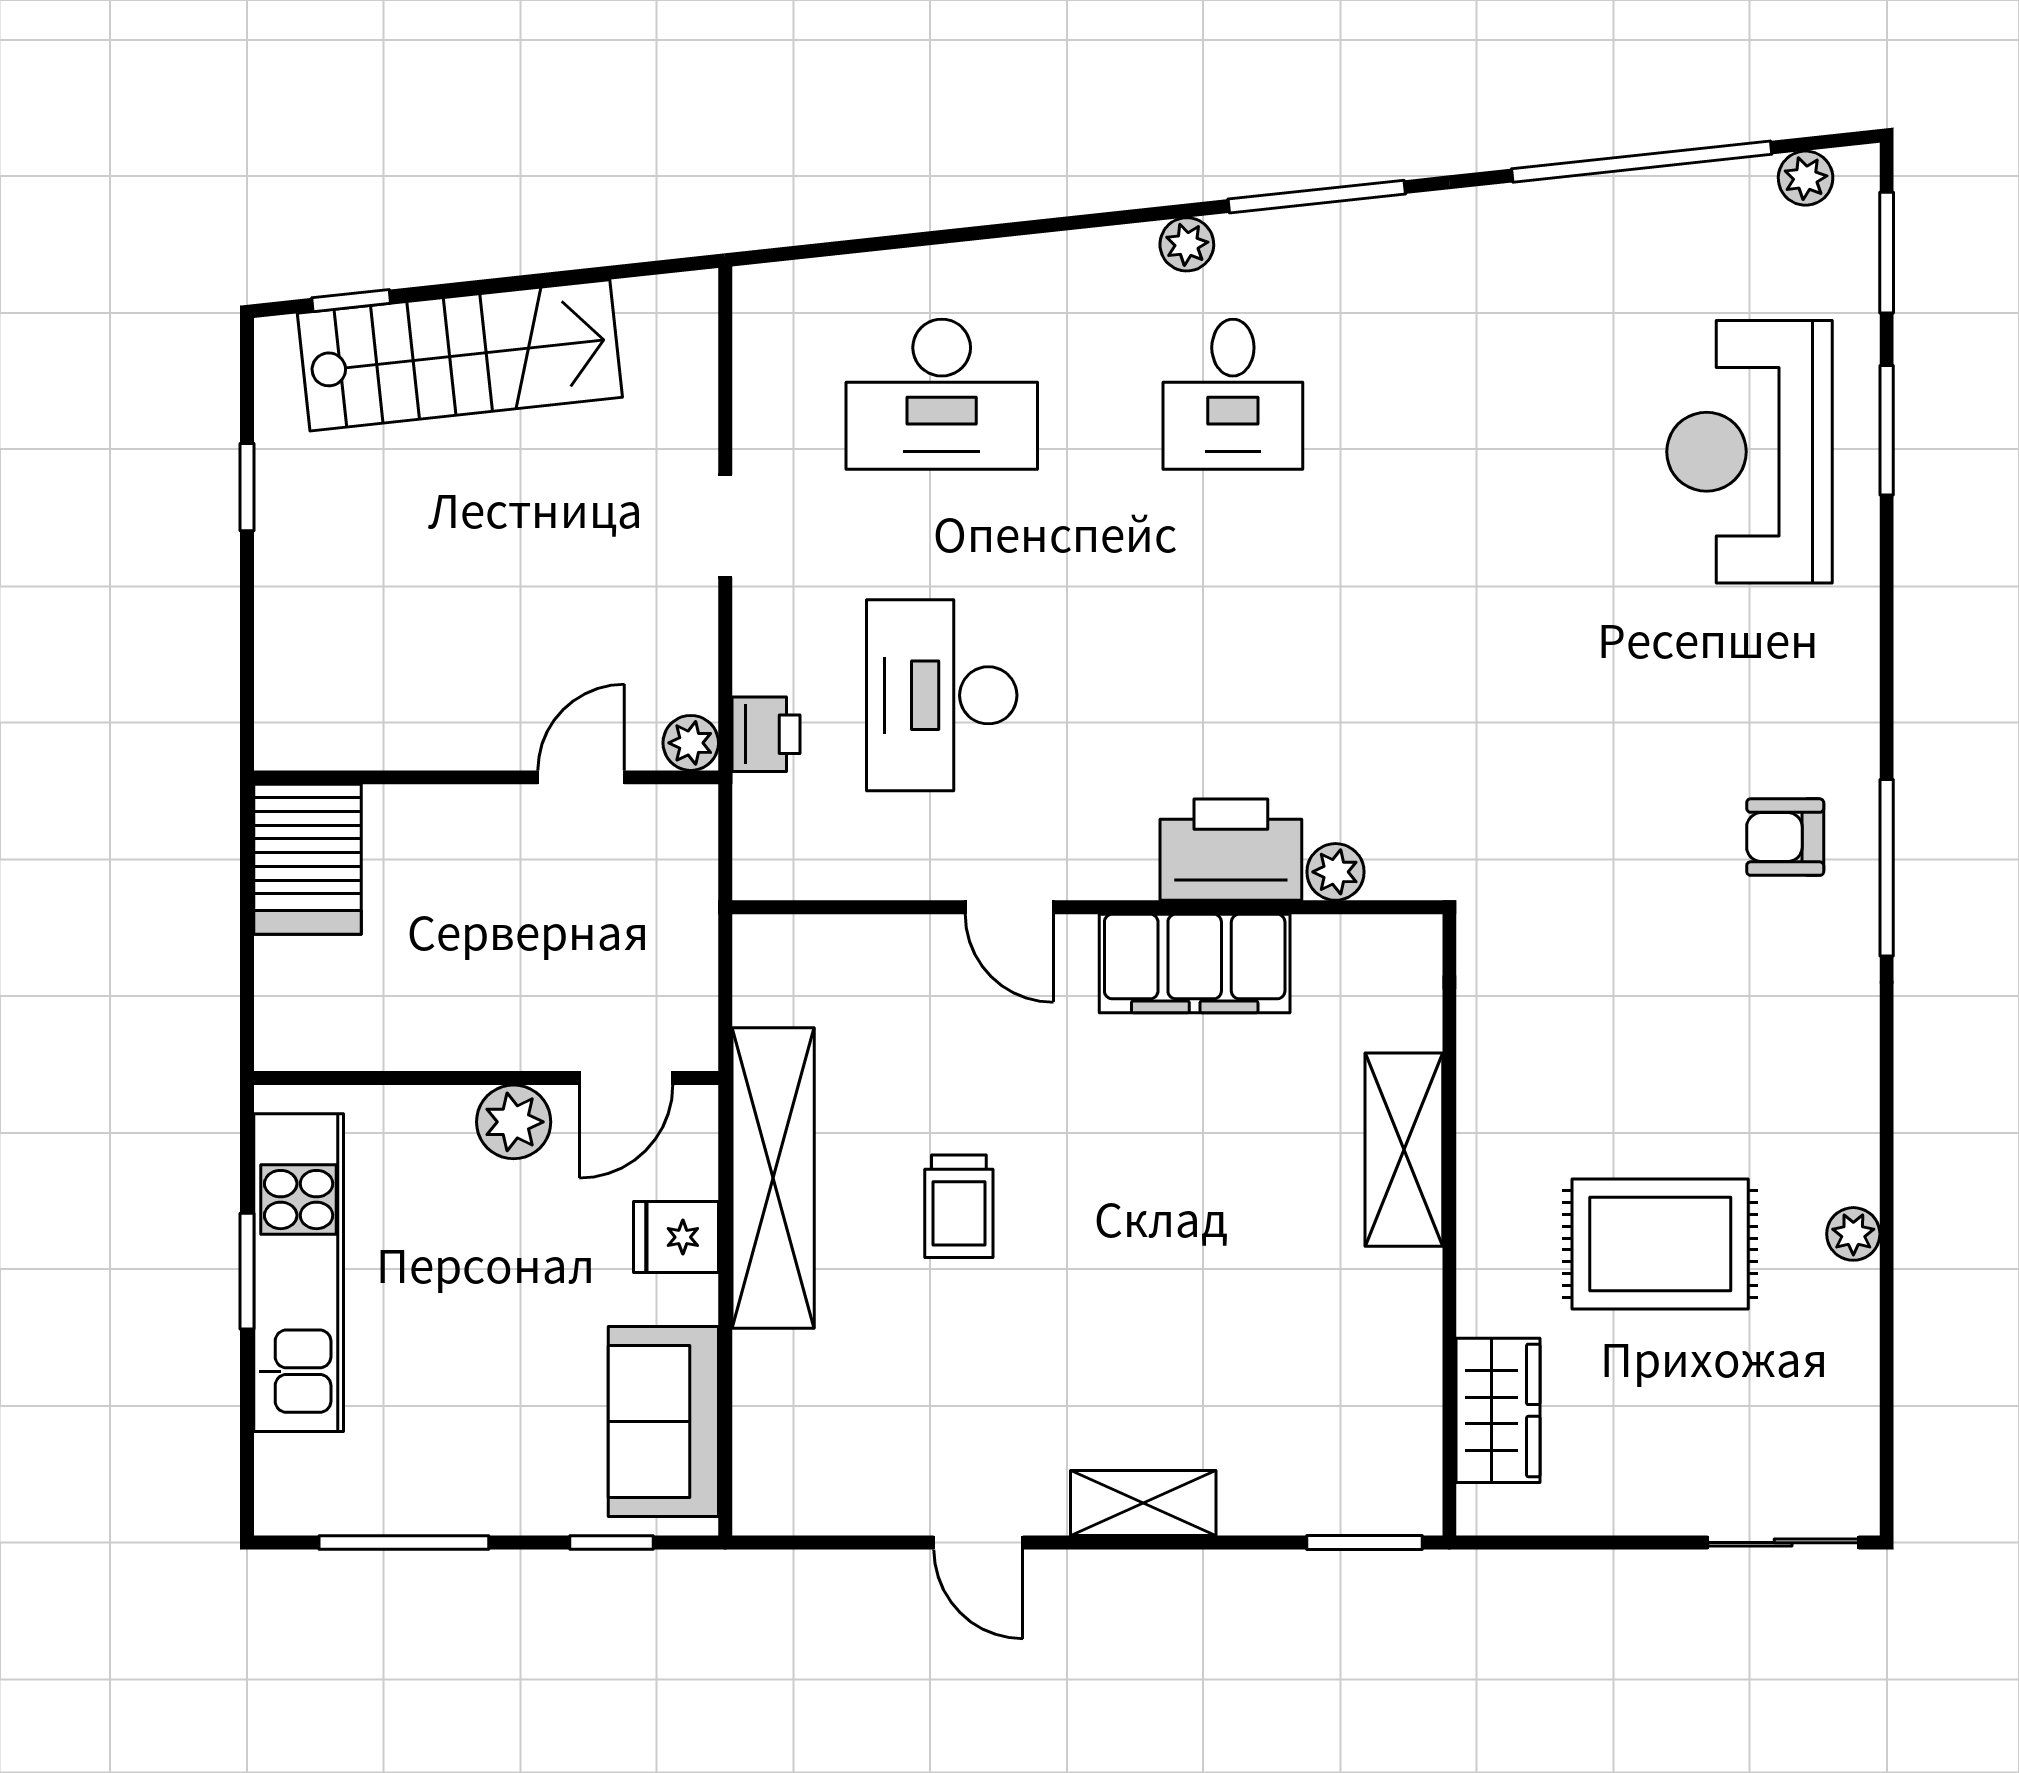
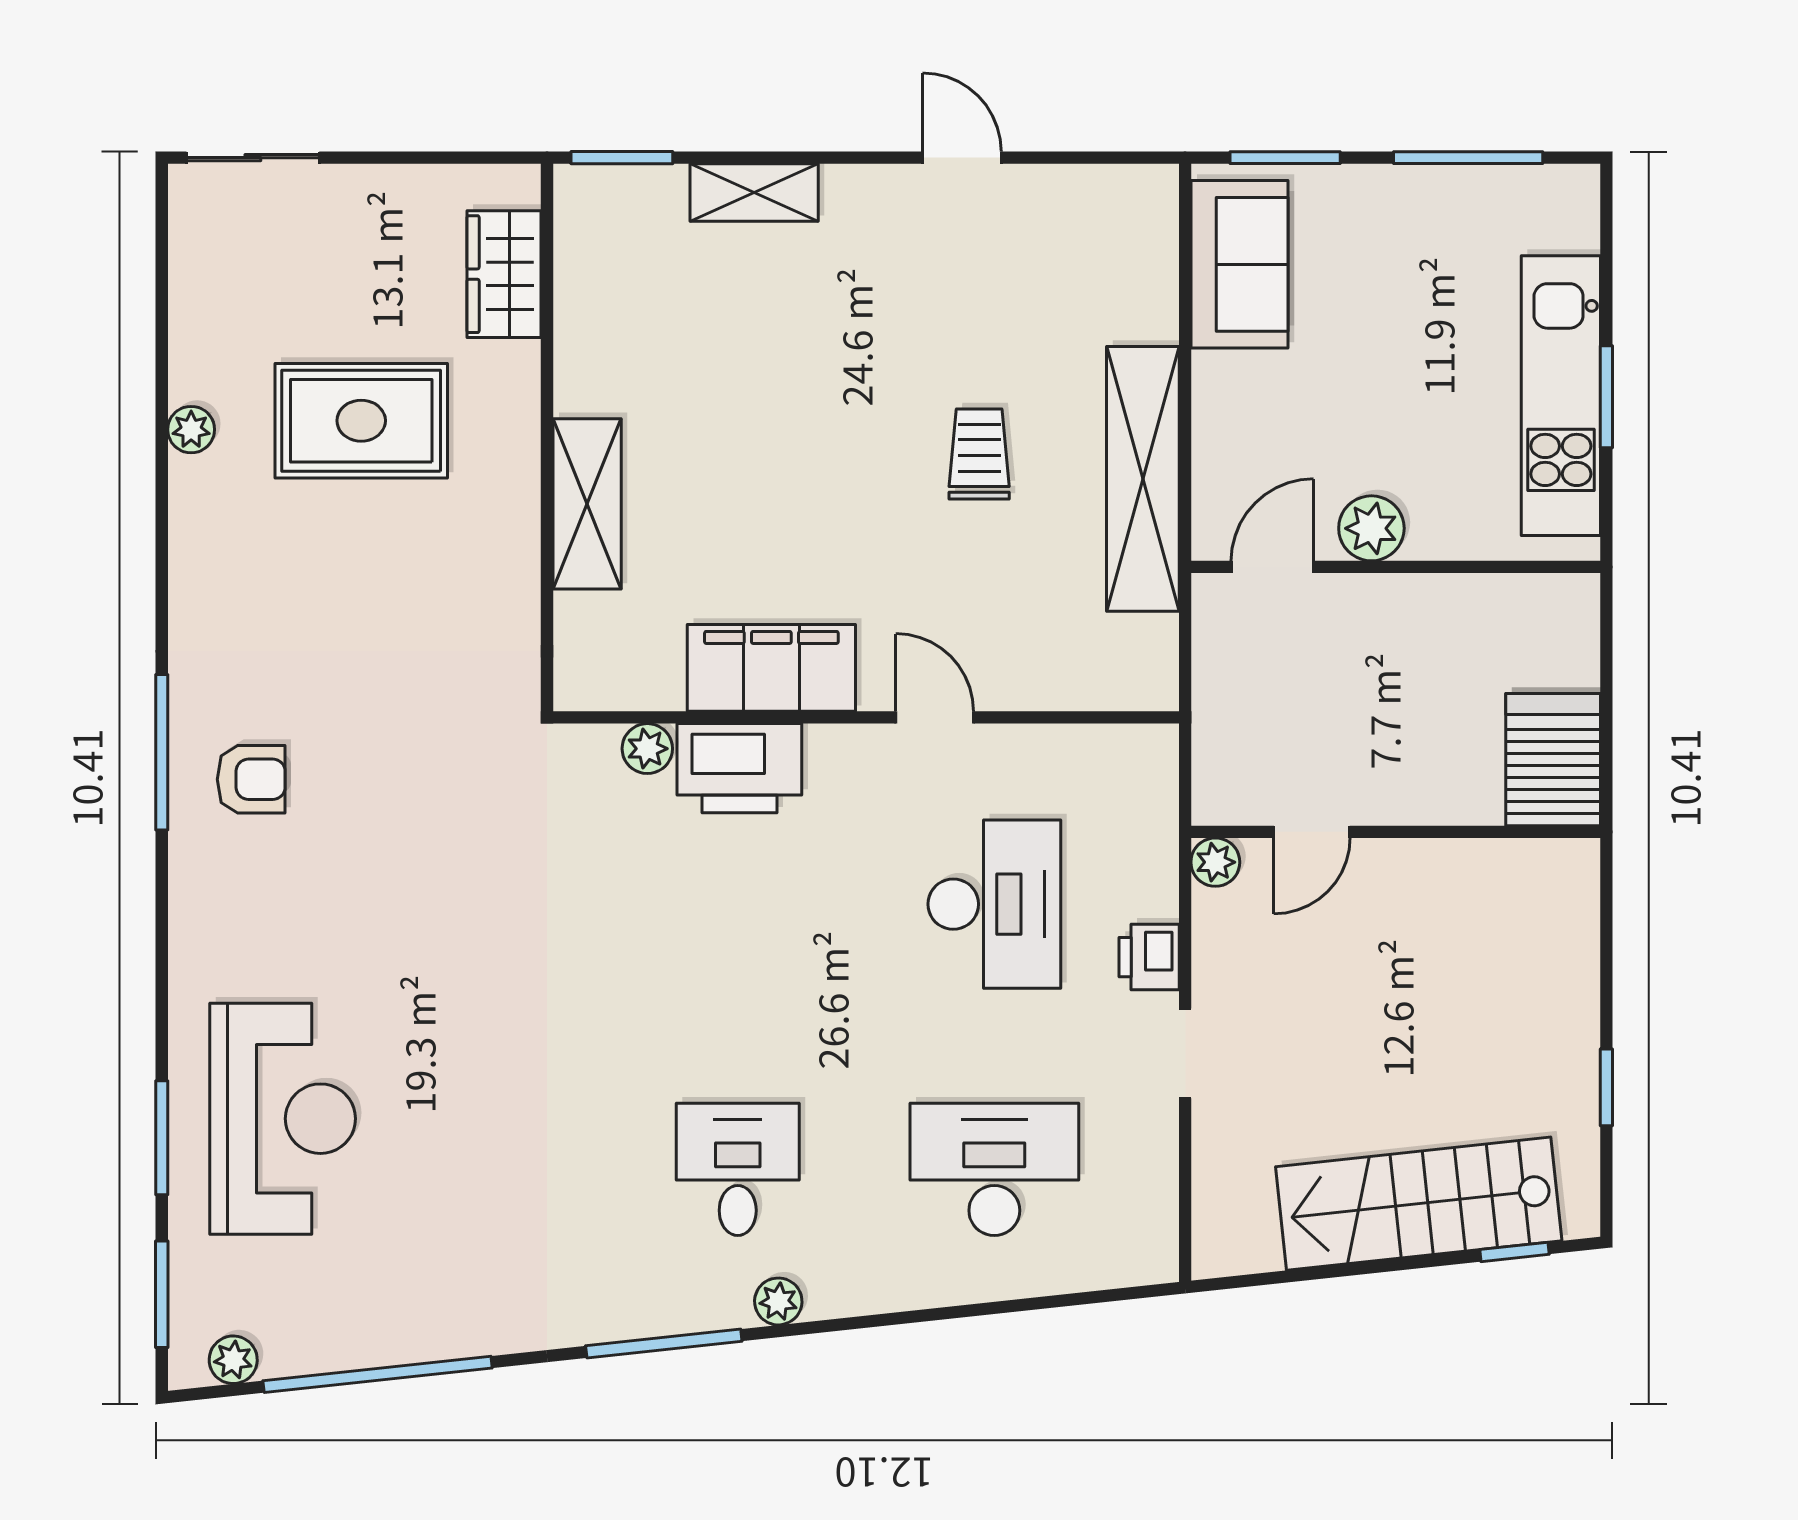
printer: (766, 734) -> (1149, 957), moved
fridge: (676, 1237) -> (1228, 427), removed
shelving: (1143, 1503) -> (754, 192), moved
window: (612, 1543) -> (1285, 158), width x1.50

